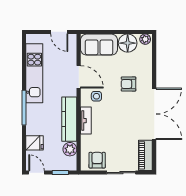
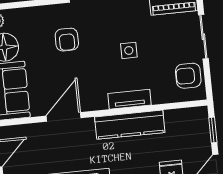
side table: (96, 96) -> (129, 50), moved
plant: (70, 149) -> (176, 119), removed

